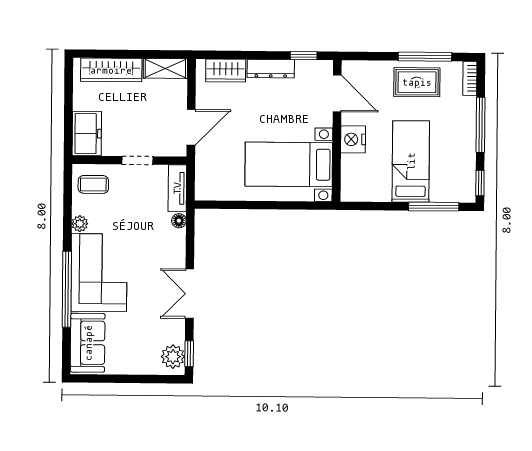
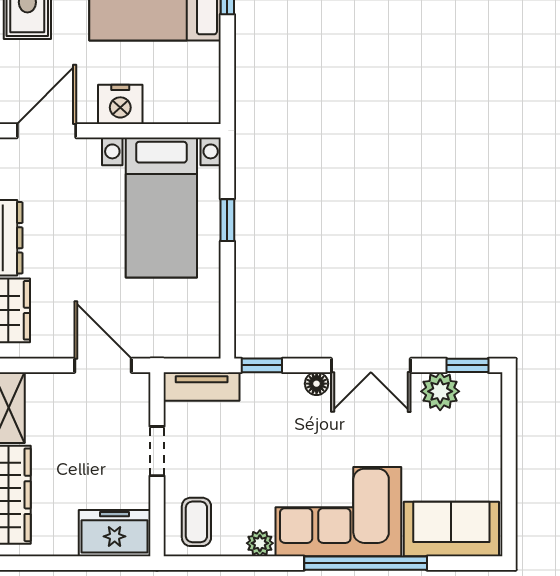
window: (281, 205) -> (227, 220), added
floor lamp: (179, 221) -> (317, 384), moved
window: (190, 226) -> (262, 365), added
plant: (173, 357) -> (440, 391), moved

